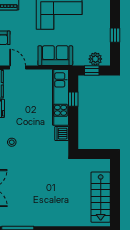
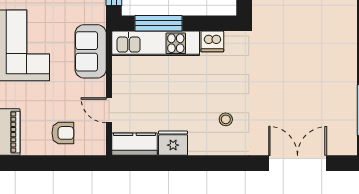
door: (18, 67) -> (109, 110), hinge flipped
window: (73, 99) -> (159, 23), width x2.17

